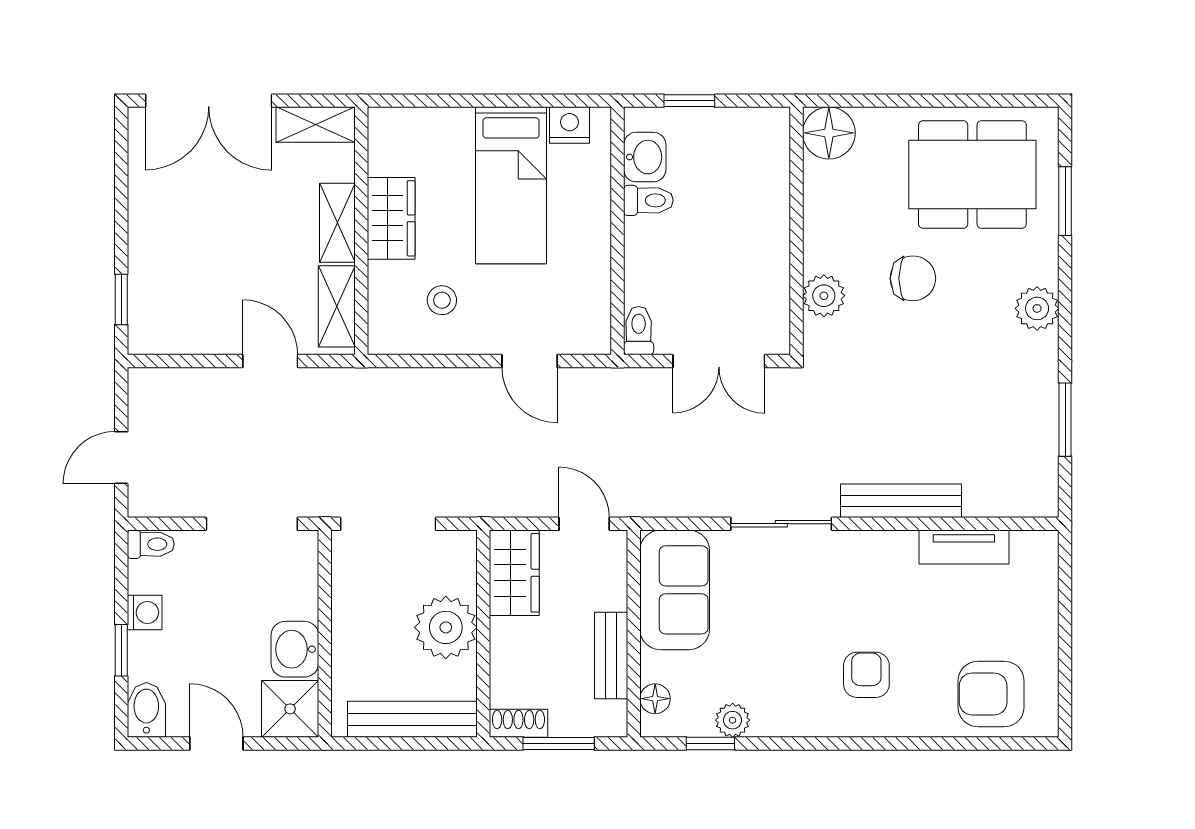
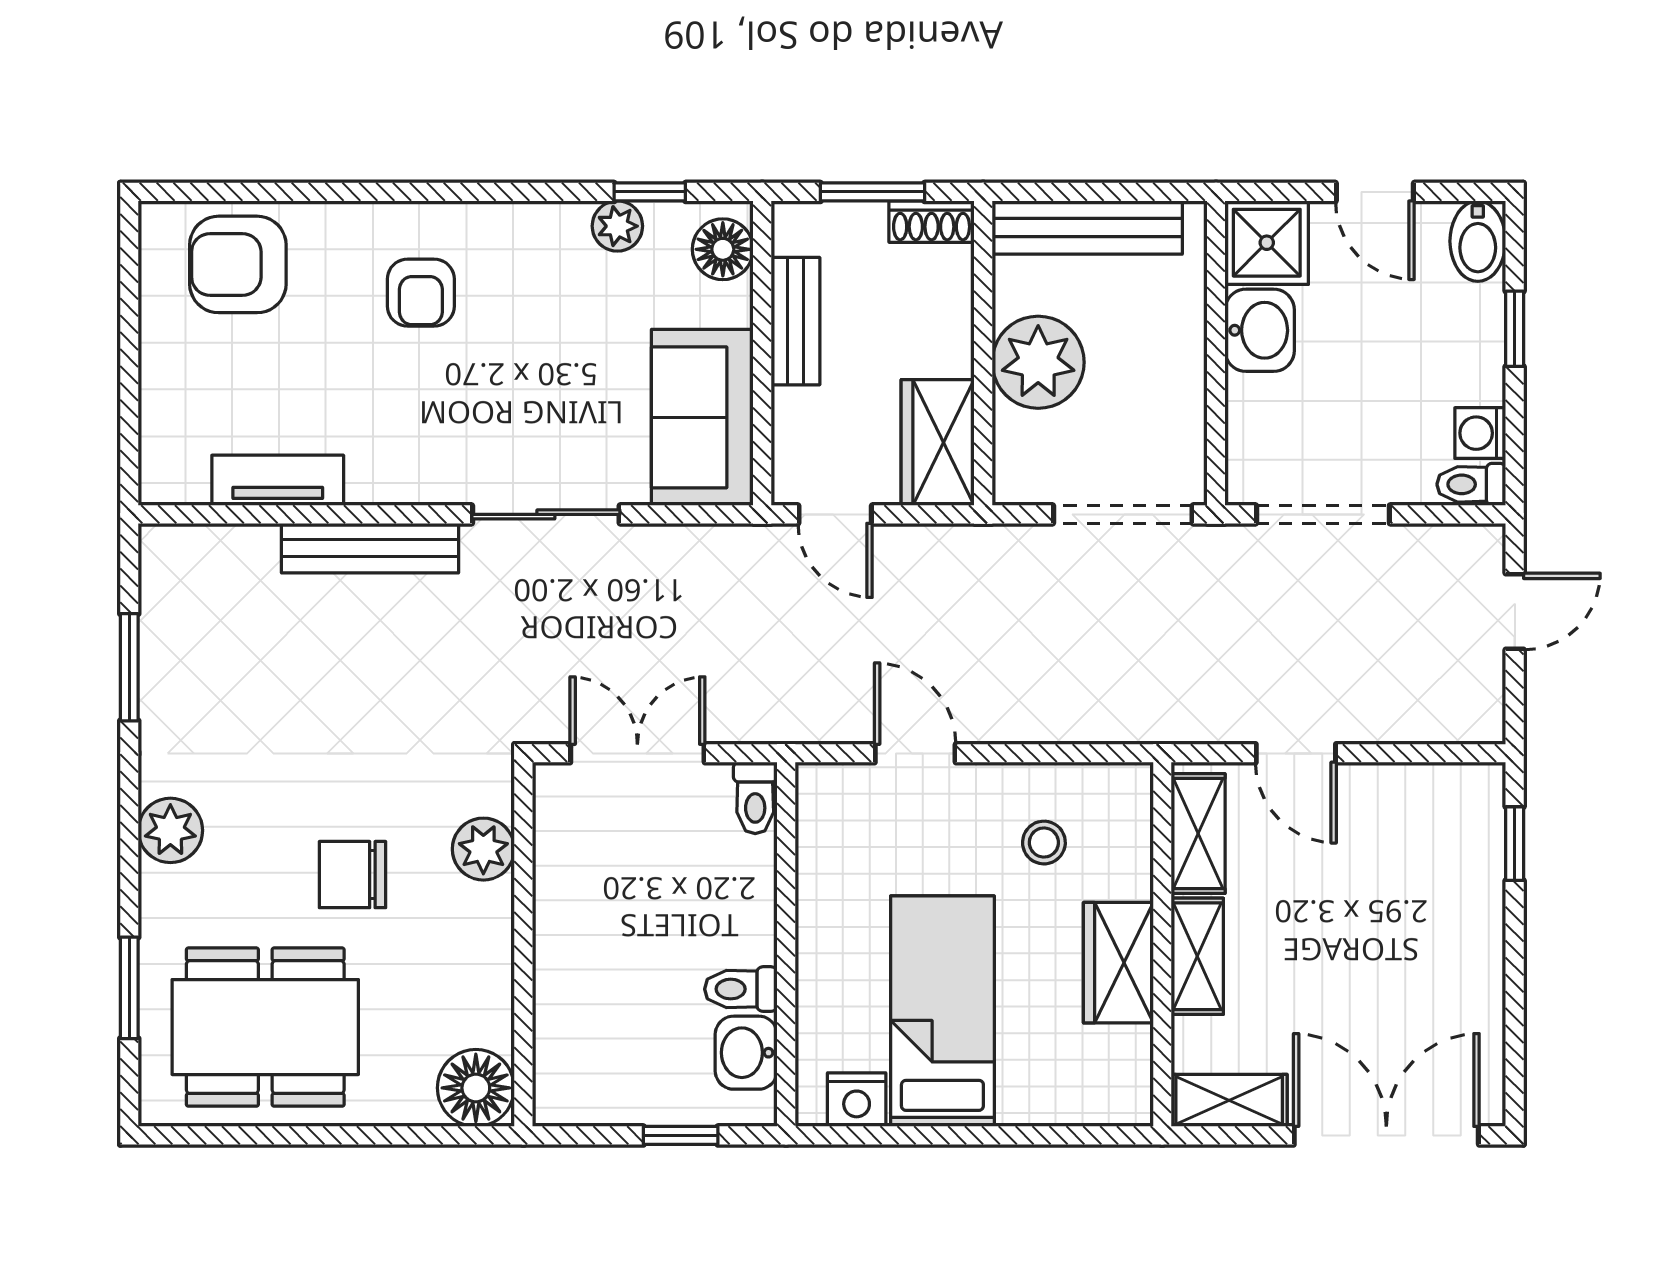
washing machine: (145, 613) -> (1480, 433), moved
armchair: (991, 694) -> (238, 264), turned 180
floor lamp: (655, 699) -> (723, 249), width x1.37, depth x1.37

